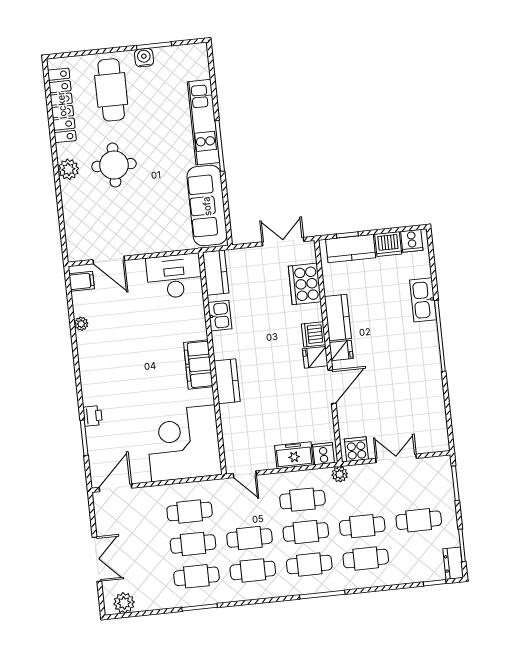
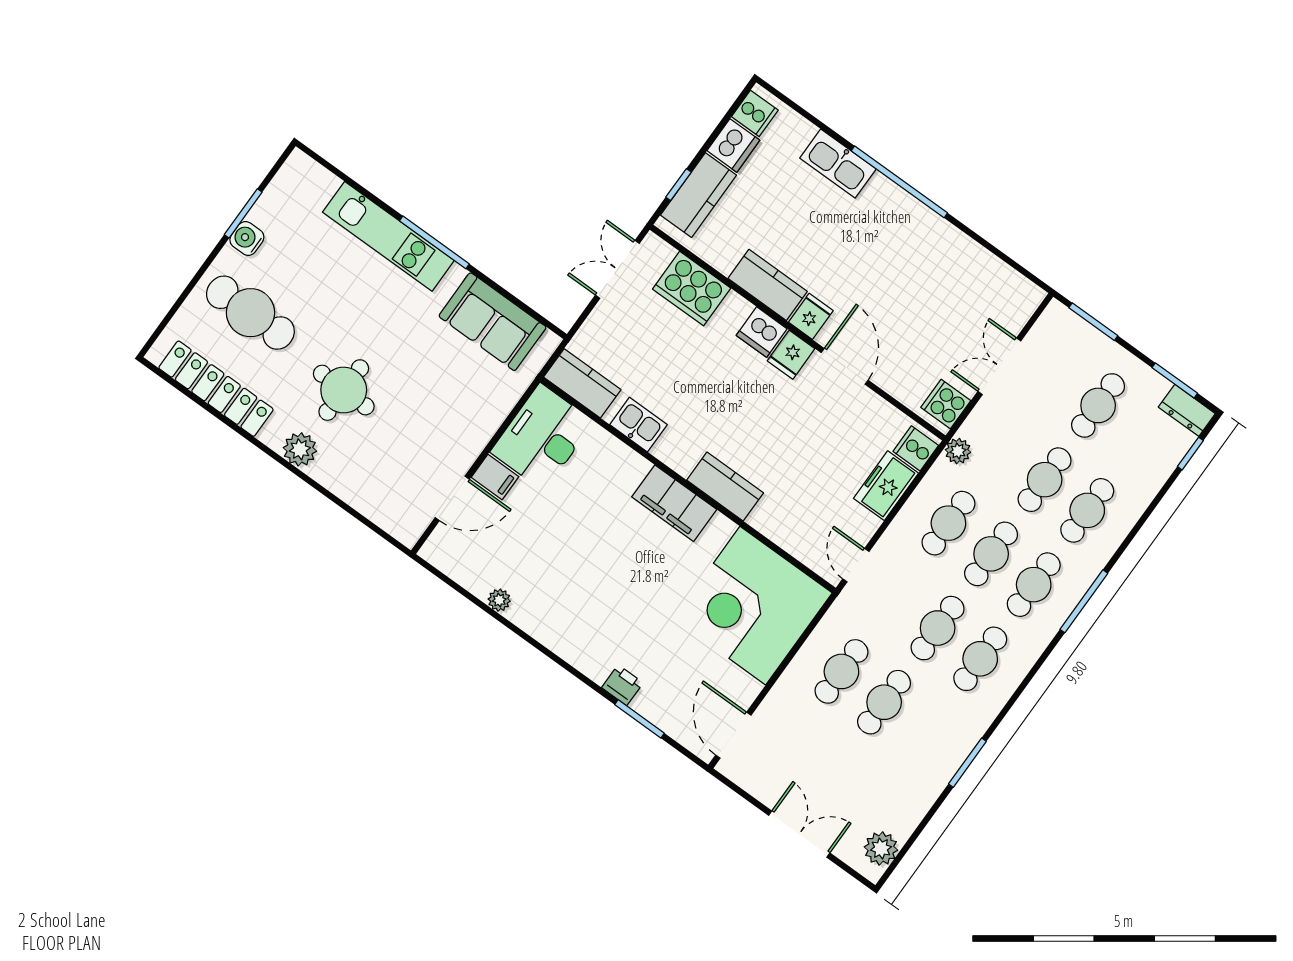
sofa: (207, 206) -> (492, 322), width x0.73
filing cabinet: (82, 281) -> (495, 477), moved, turned 90
door: (245, 474) -> (856, 565), swing flipped
cafe table: (196, 576) -> (927, 733), removed

